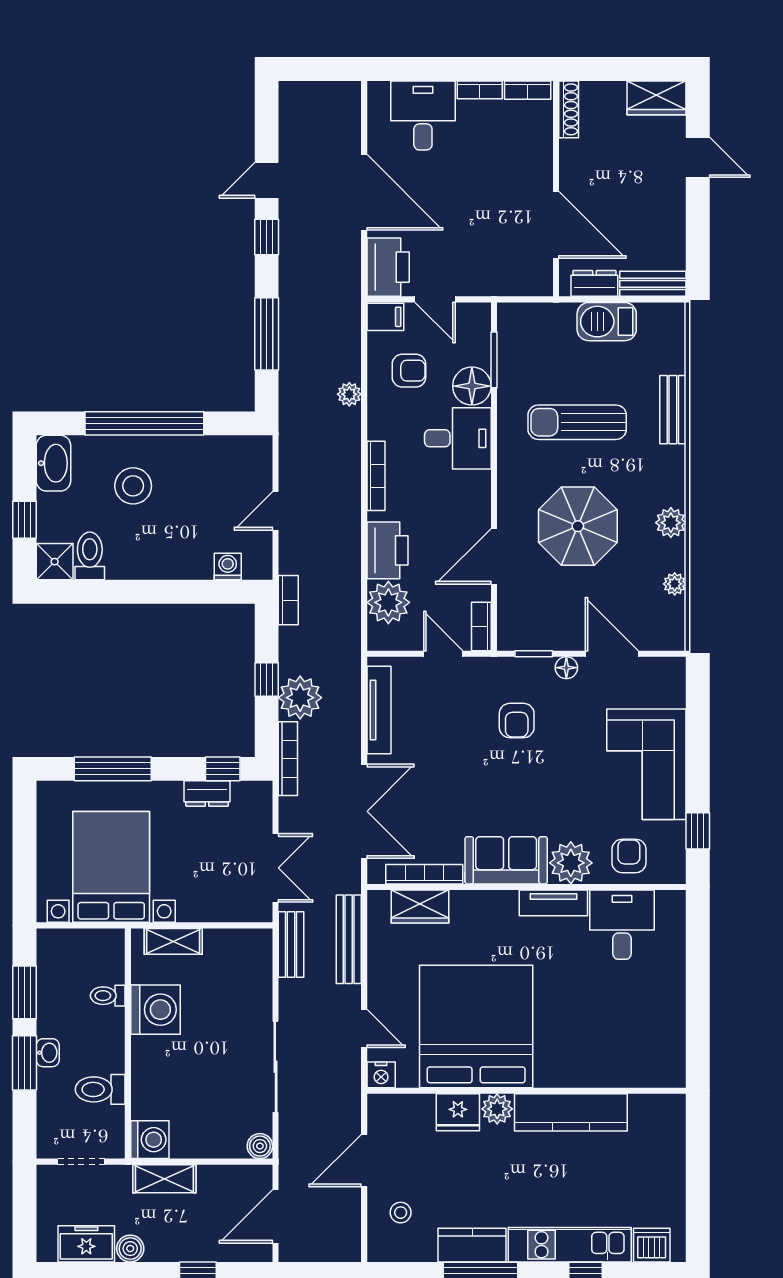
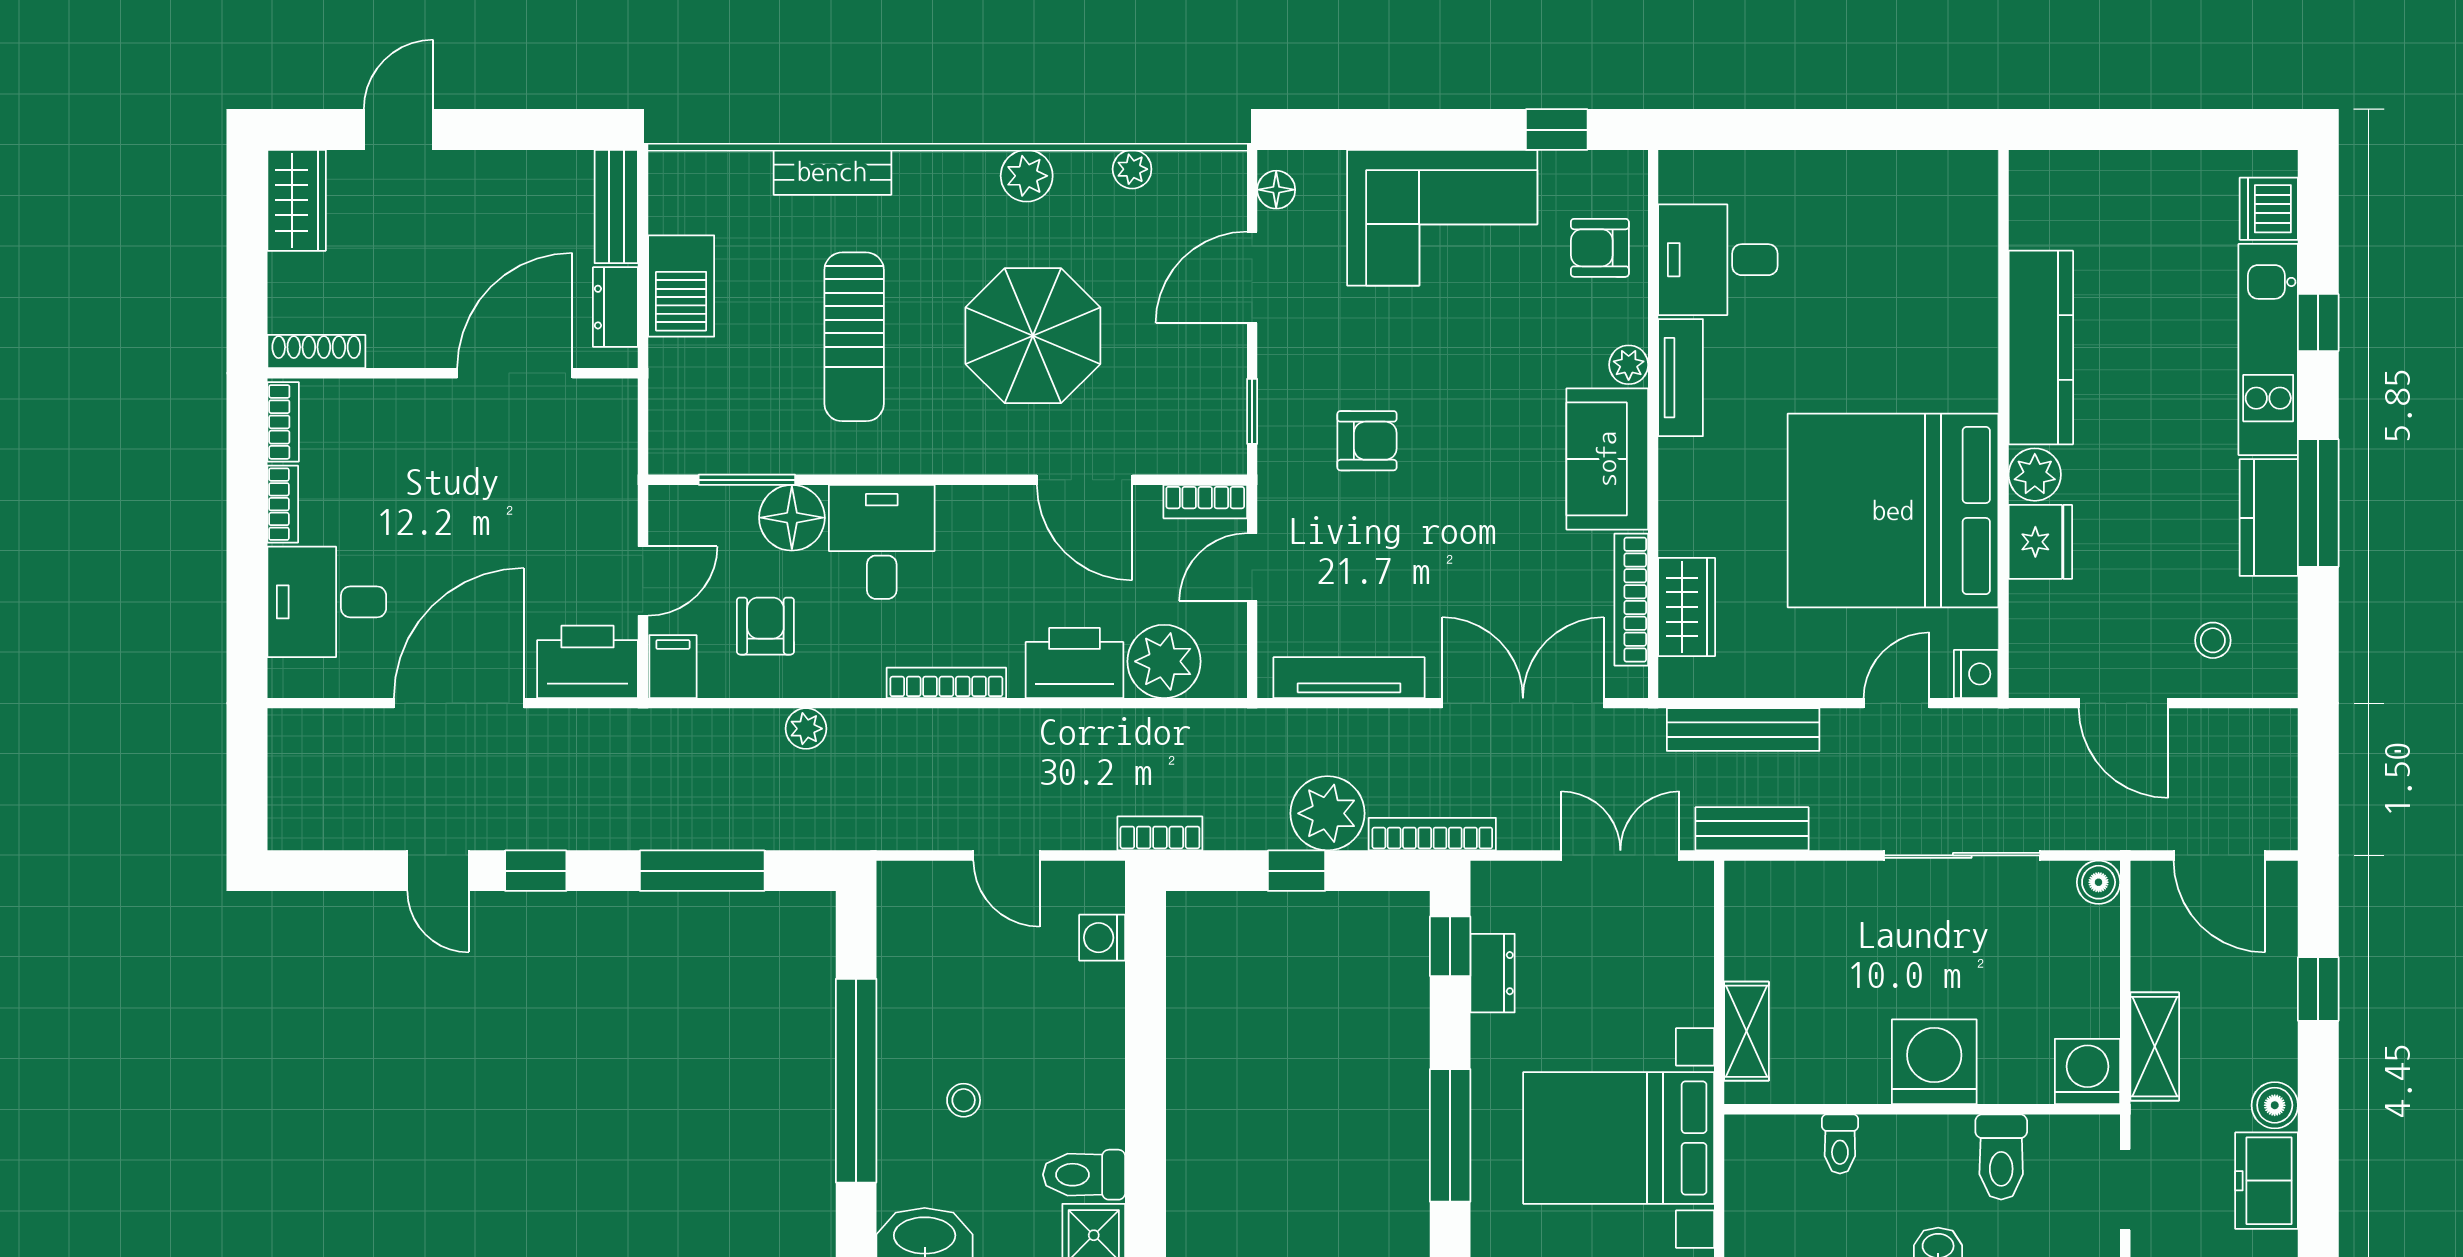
stool: (133, 486) -> (964, 1100), width x0.53, depth x0.53
floor lamp: (566, 668) -> (1276, 190), moved
plant: (571, 863) -> (1629, 365), width x0.53, depth x0.53
washing machine: (155, 1010) -> (1934, 1062), moved

